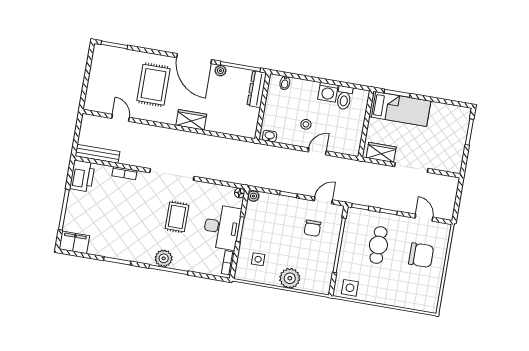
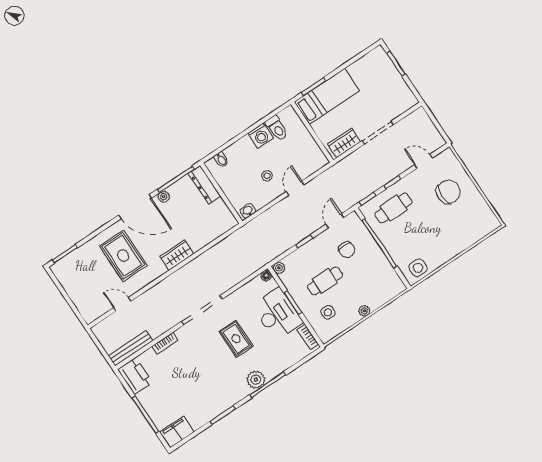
cafe table: (277, 236) -> (325, 281), added
cafe table: (378, 245) -> (393, 208), moved, turned 90
plant: (290, 278) -> (364, 311), width x0.53, depth x0.53

